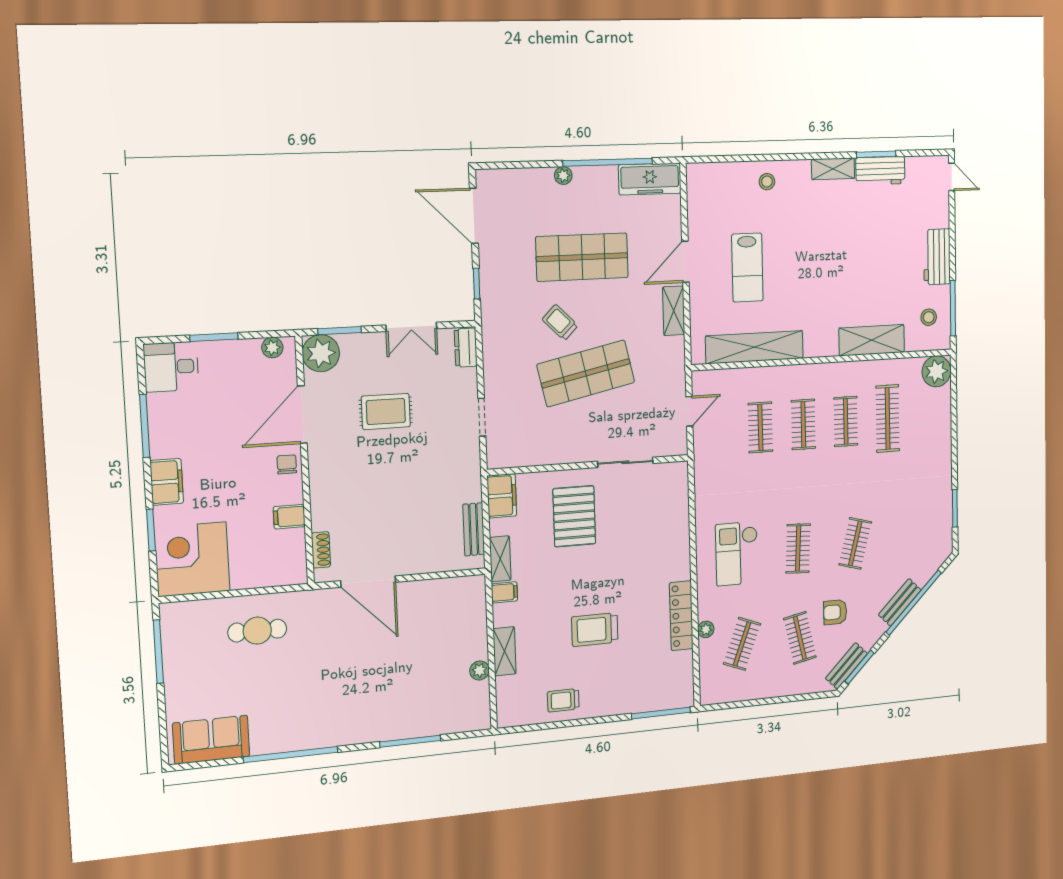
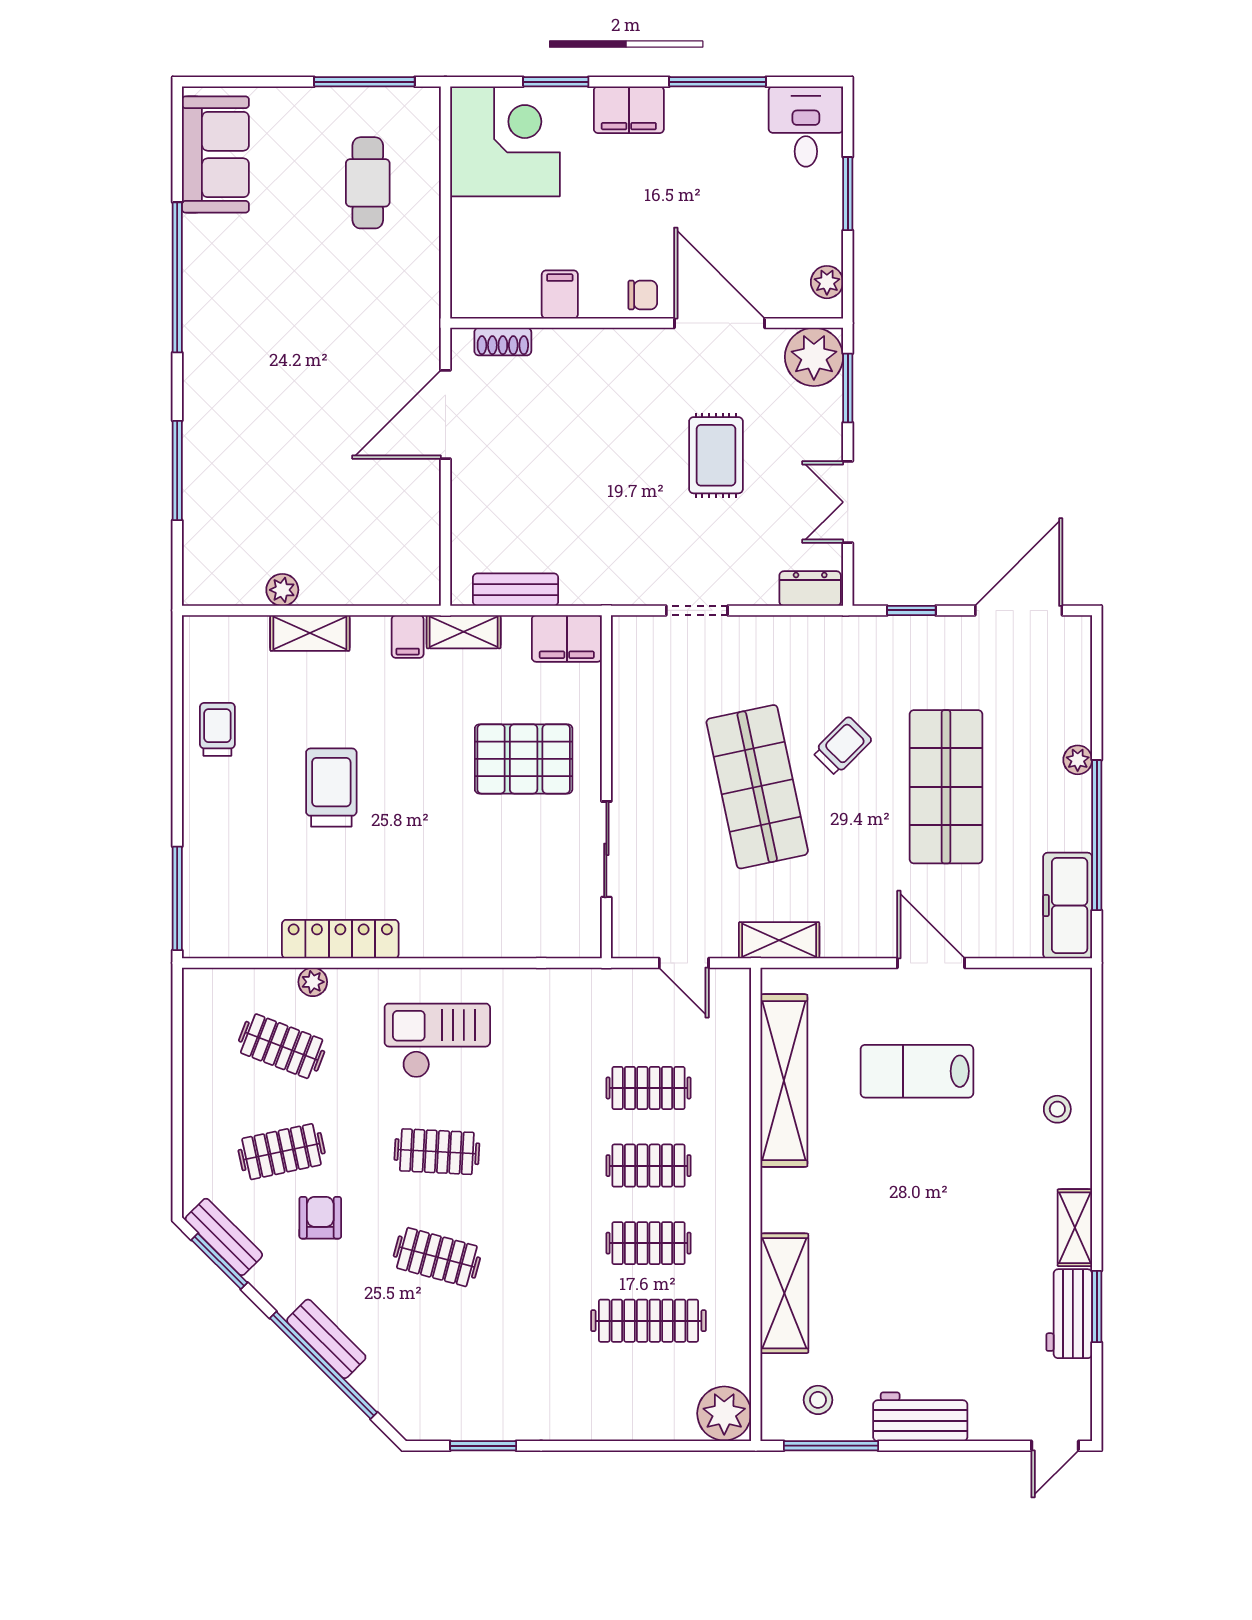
shelving: (674, 311) -> (779, 940), moved
cafe table: (257, 631) -> (368, 183), moved

